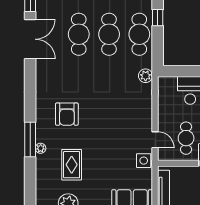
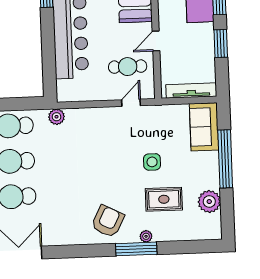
armchair: (67, 114) -> (108, 221), moved, turned -63
side table: (144, 161) -> (152, 162), moved

